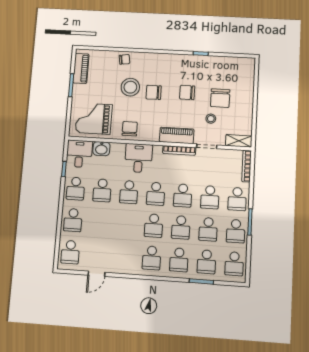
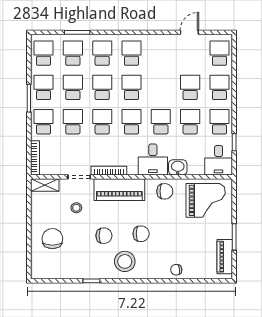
stool: (130, 87) -> (125, 261), moved
chair: (220, 98) -> (52, 239), moved
chair: (130, 129) -> (165, 191), turned -90
piano: (177, 135) -> (119, 190), width x1.37, depth x1.33
washbasin: (101, 149) -> (178, 167), moved
school desk: (100, 222) -> (190, 87), added

